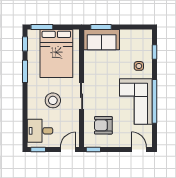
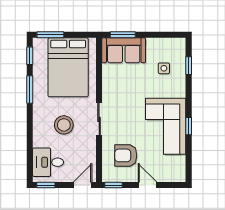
side table: (139, 66) -> (164, 68), moved
window: (155, 101) -> (189, 126), width x0.32
door: (139, 149) -> (148, 185), moved

